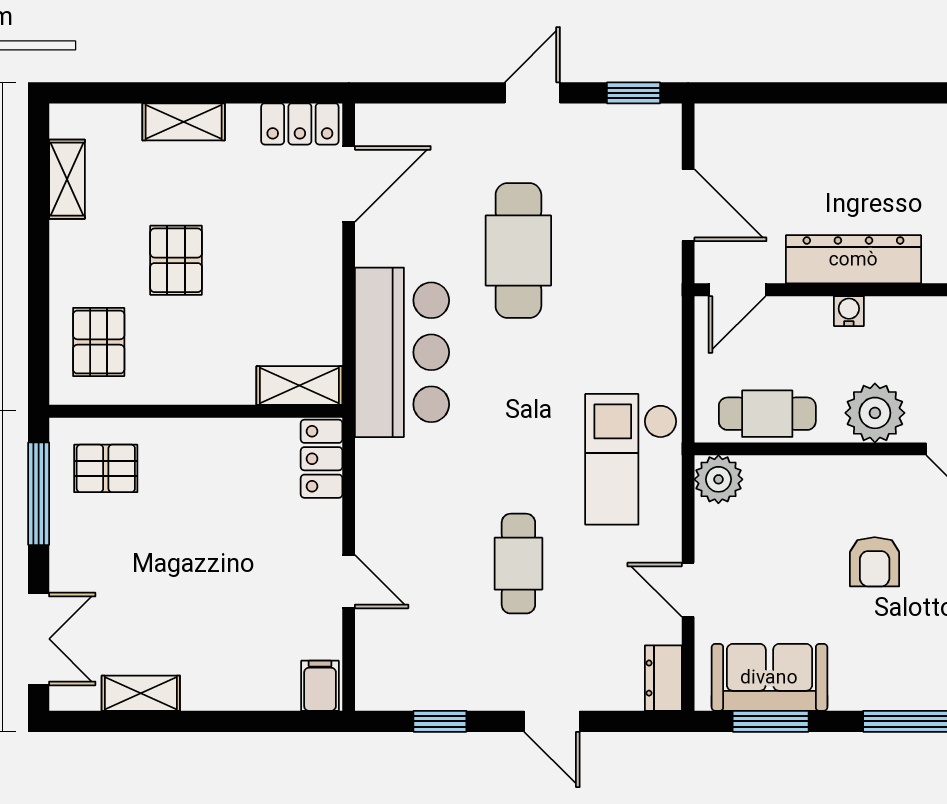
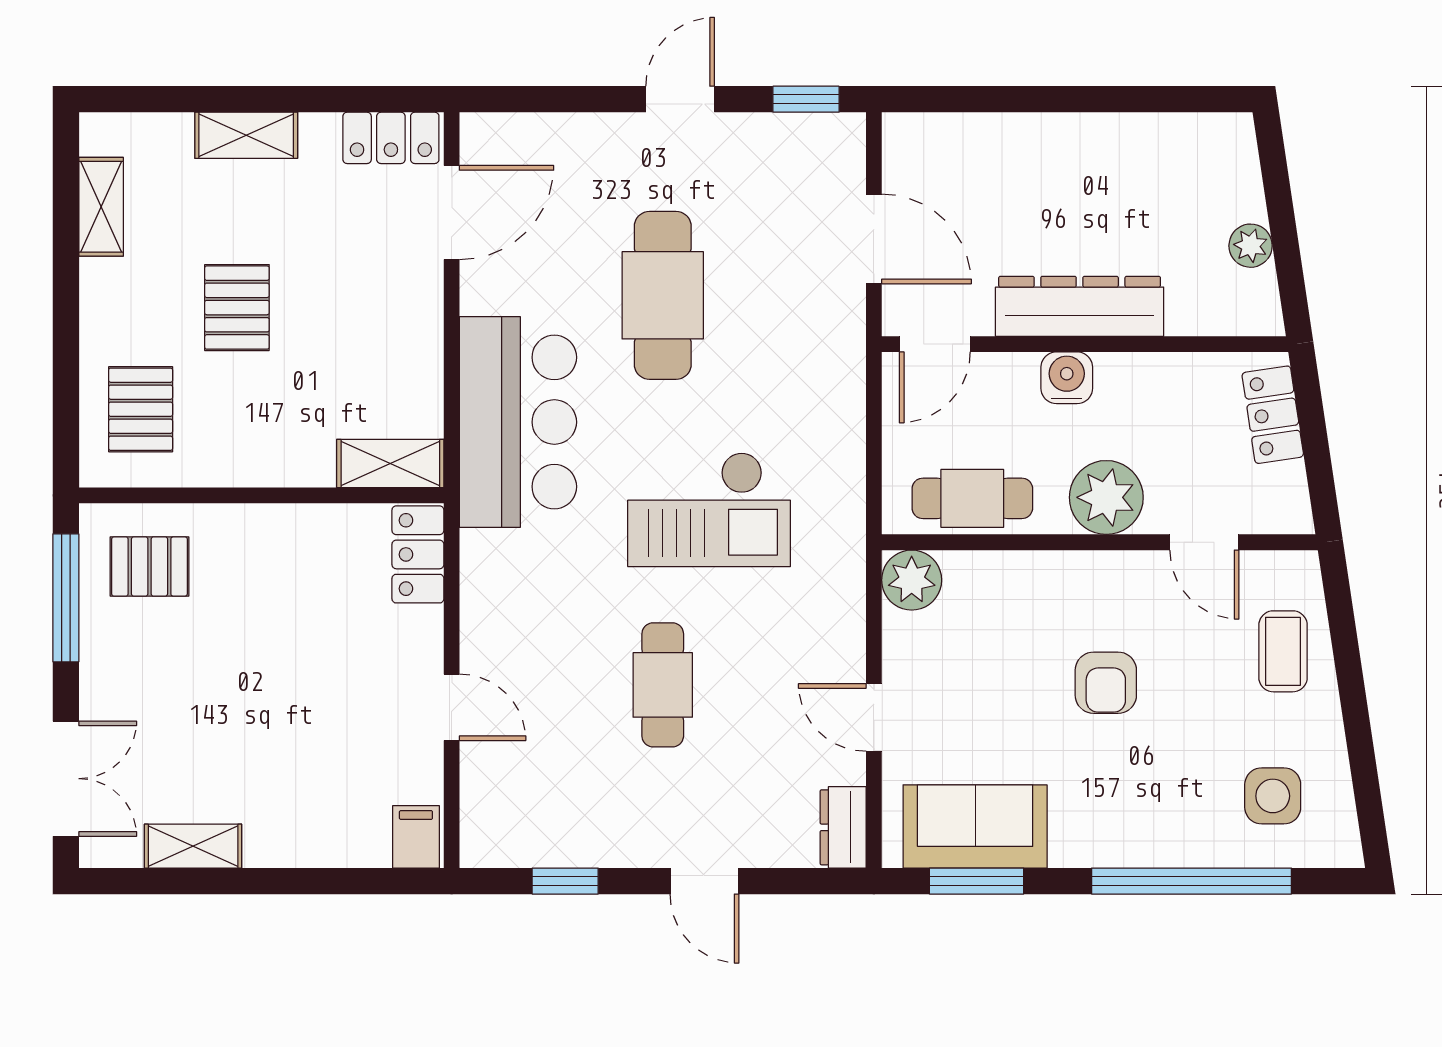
water cooler: (849, 311) -> (1067, 378), width x1.38, depth x1.38
checkout: (631, 459) -> (709, 509), moved, turned -90

